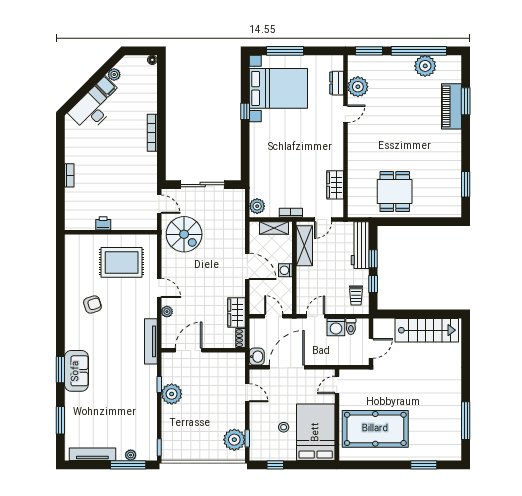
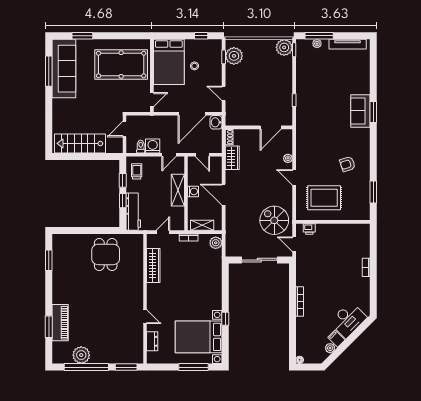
plant: (358, 87) -> (135, 338), removed
door: (345, 114) -> (145, 317), swing flipped
wardrobe: (335, 185) -> (153, 265), width x1.50
printer: (103, 223) -> (309, 229), moved
shelving: (304, 246) -> (178, 190), moved
tv unit: (151, 341) -> (301, 135), removed
plant: (172, 394) -> (284, 47), moved
window: (60, 420) -> (373, 192), moved
sofa: (447, 424) -> (64, 69), added

